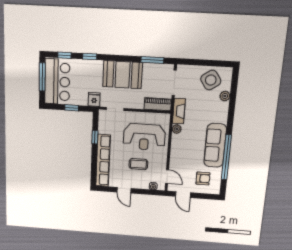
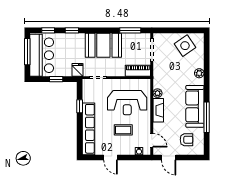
plant: (225, 96) -> (199, 73), moved
fireplace: (179, 111) -> (158, 110), moved
window: (226, 157) -> (207, 117), width x0.68

